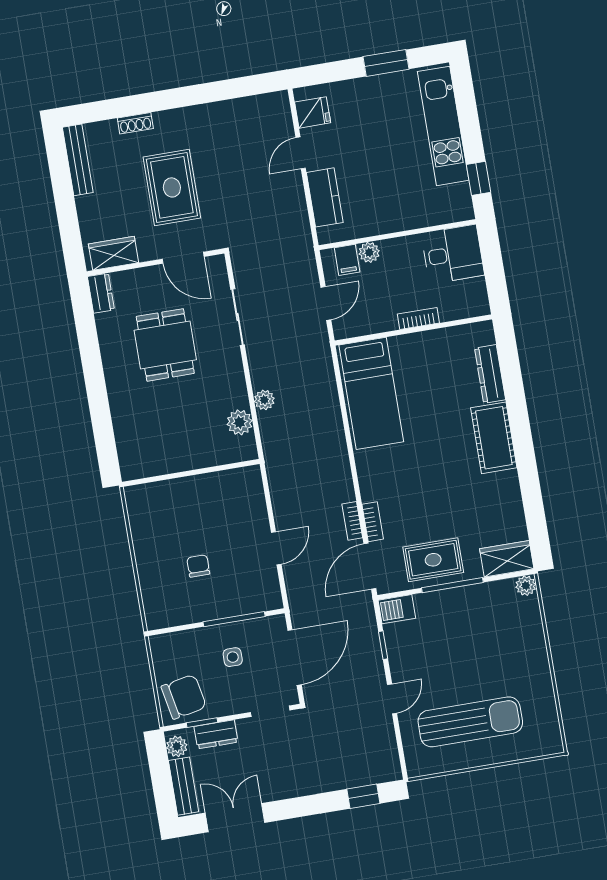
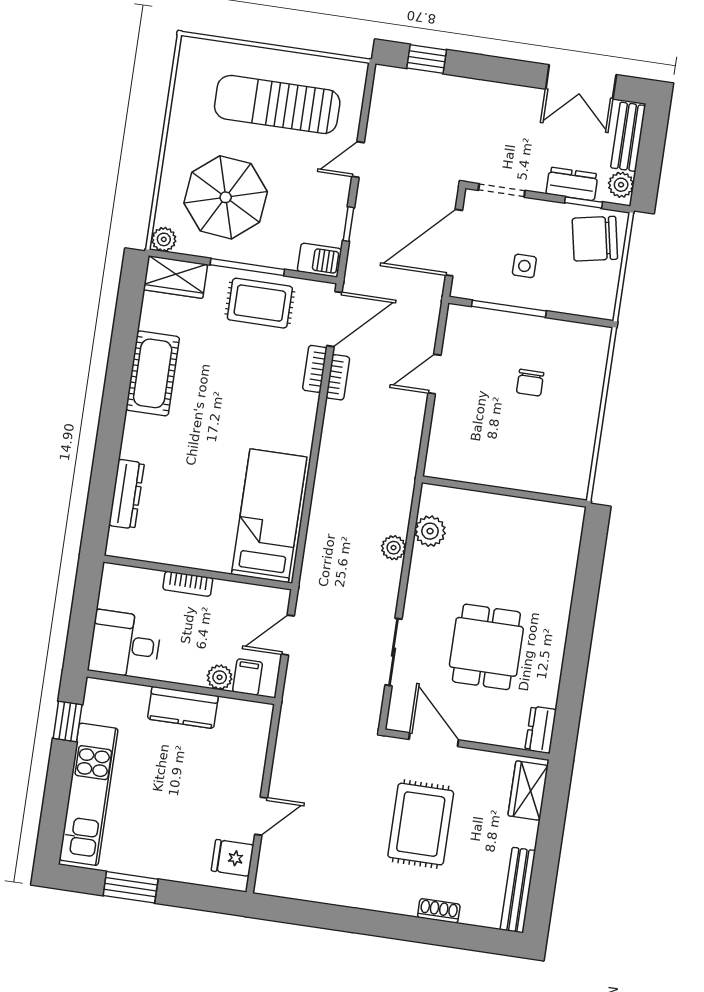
kitchen counter: (325, 197) -> (183, 707), moved, turned -90
wardrobe: (113, 253) -> (528, 791), moved, turned 90
cot: (494, 438) -> (153, 373), moved
parasol: (487, 635) -> (226, 197), added

